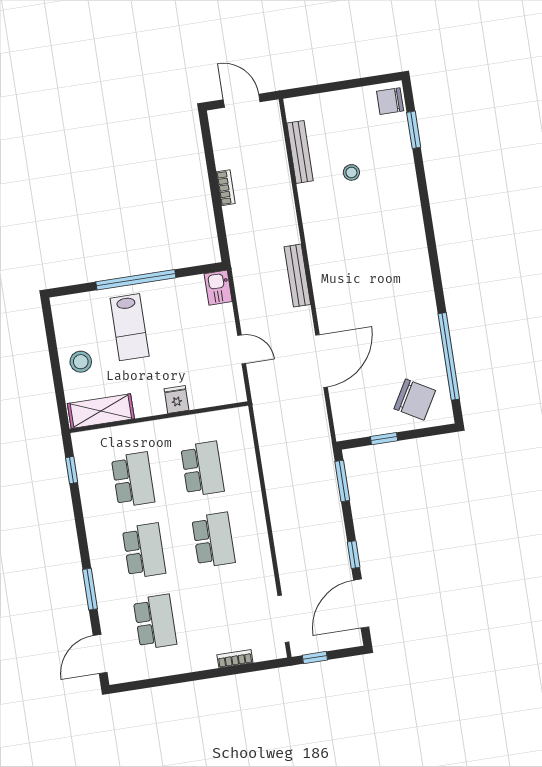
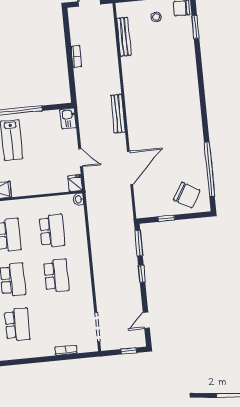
stool: (351, 172) -> (156, 17), moved
fridge: (177, 400) -> (75, 183), moved
washbasin: (242, 416) -> (79, 199), added
window: (354, 555) -> (142, 274), moved
door: (361, 604) -> (146, 320), width x0.53
window: (315, 658) -> (129, 351), moved

